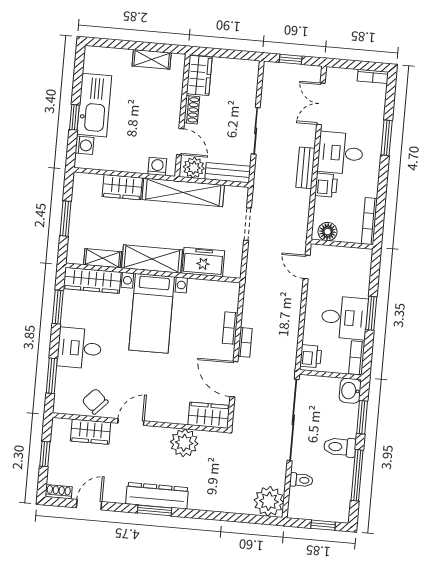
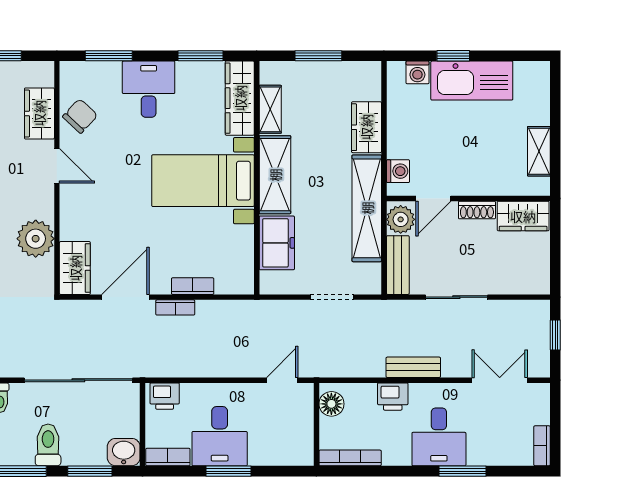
desk: (340, 153) -> (439, 437), moved, turned 180

